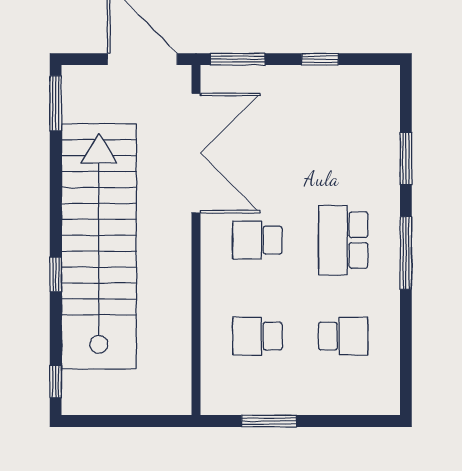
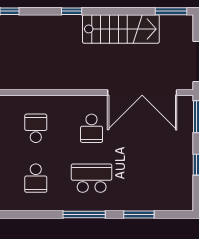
school desk: (257, 240) -> (92, 128), turned 180
stairs: (99, 246) -> (121, 29), width x0.54, depth x0.66

